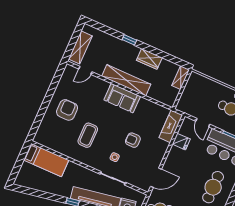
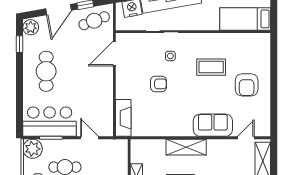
shelving: (126, 80) -> (186, 147), width x0.68
sofa: (122, 98) -> (213, 125), moved
coffee table: (88, 135) -> (211, 67), turned 90
fridge: (181, 142) -> (104, 106), removed

